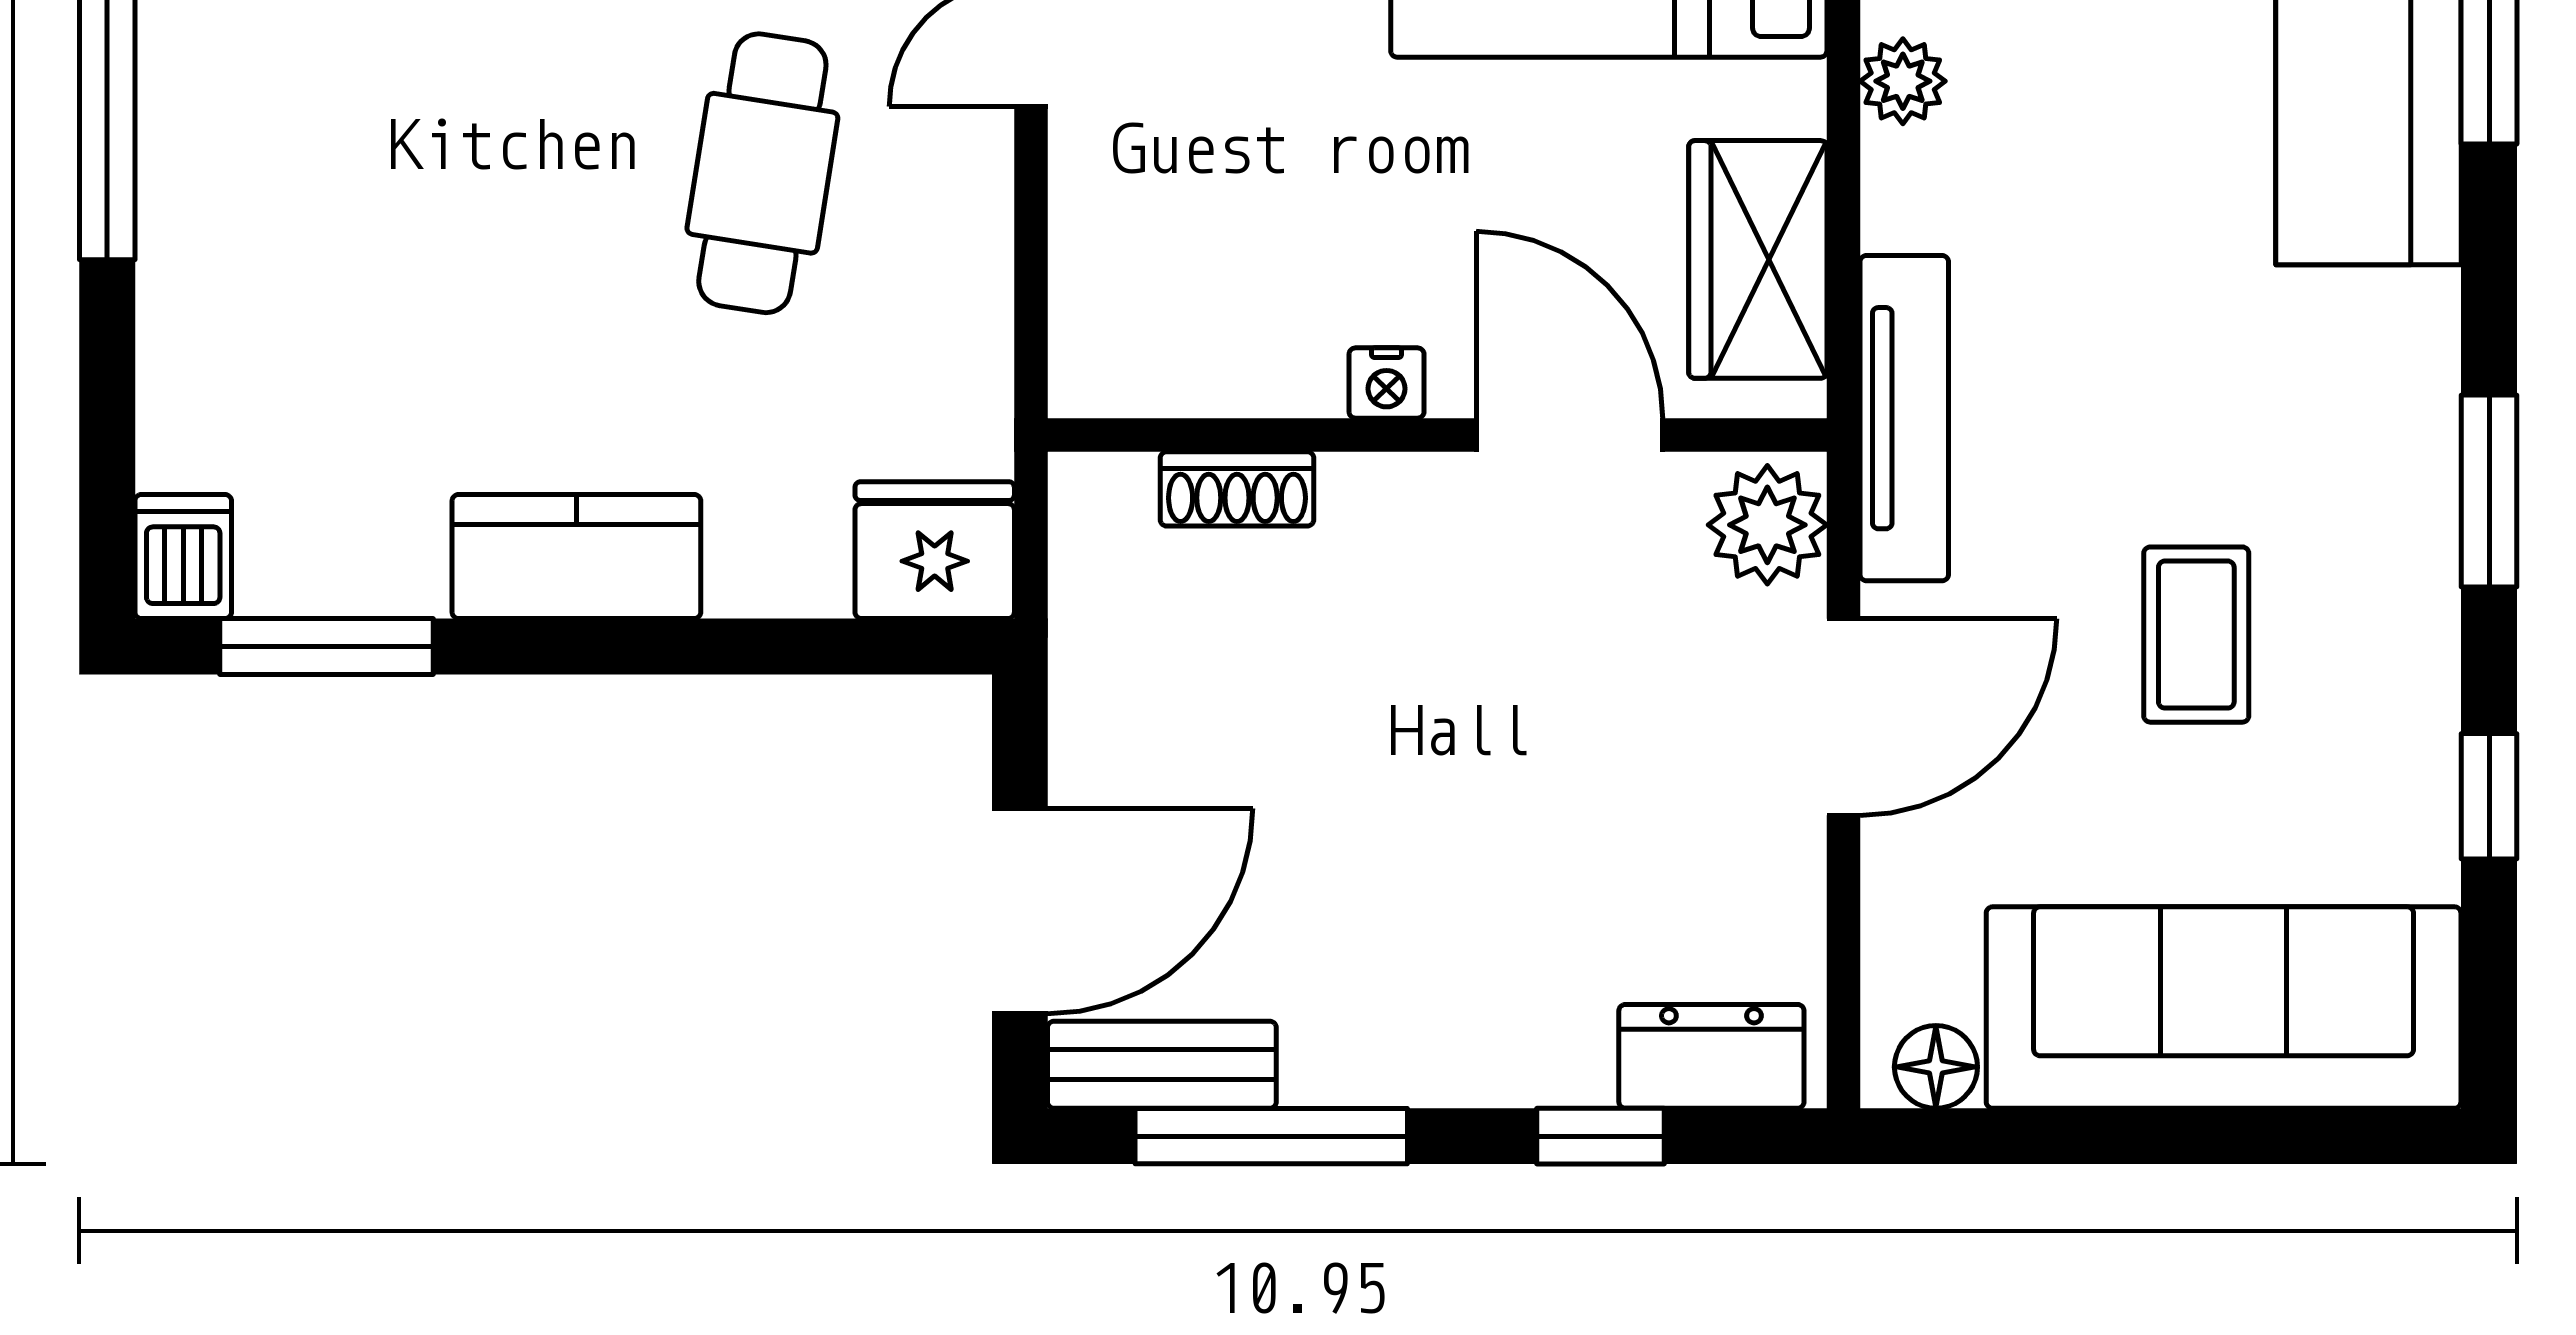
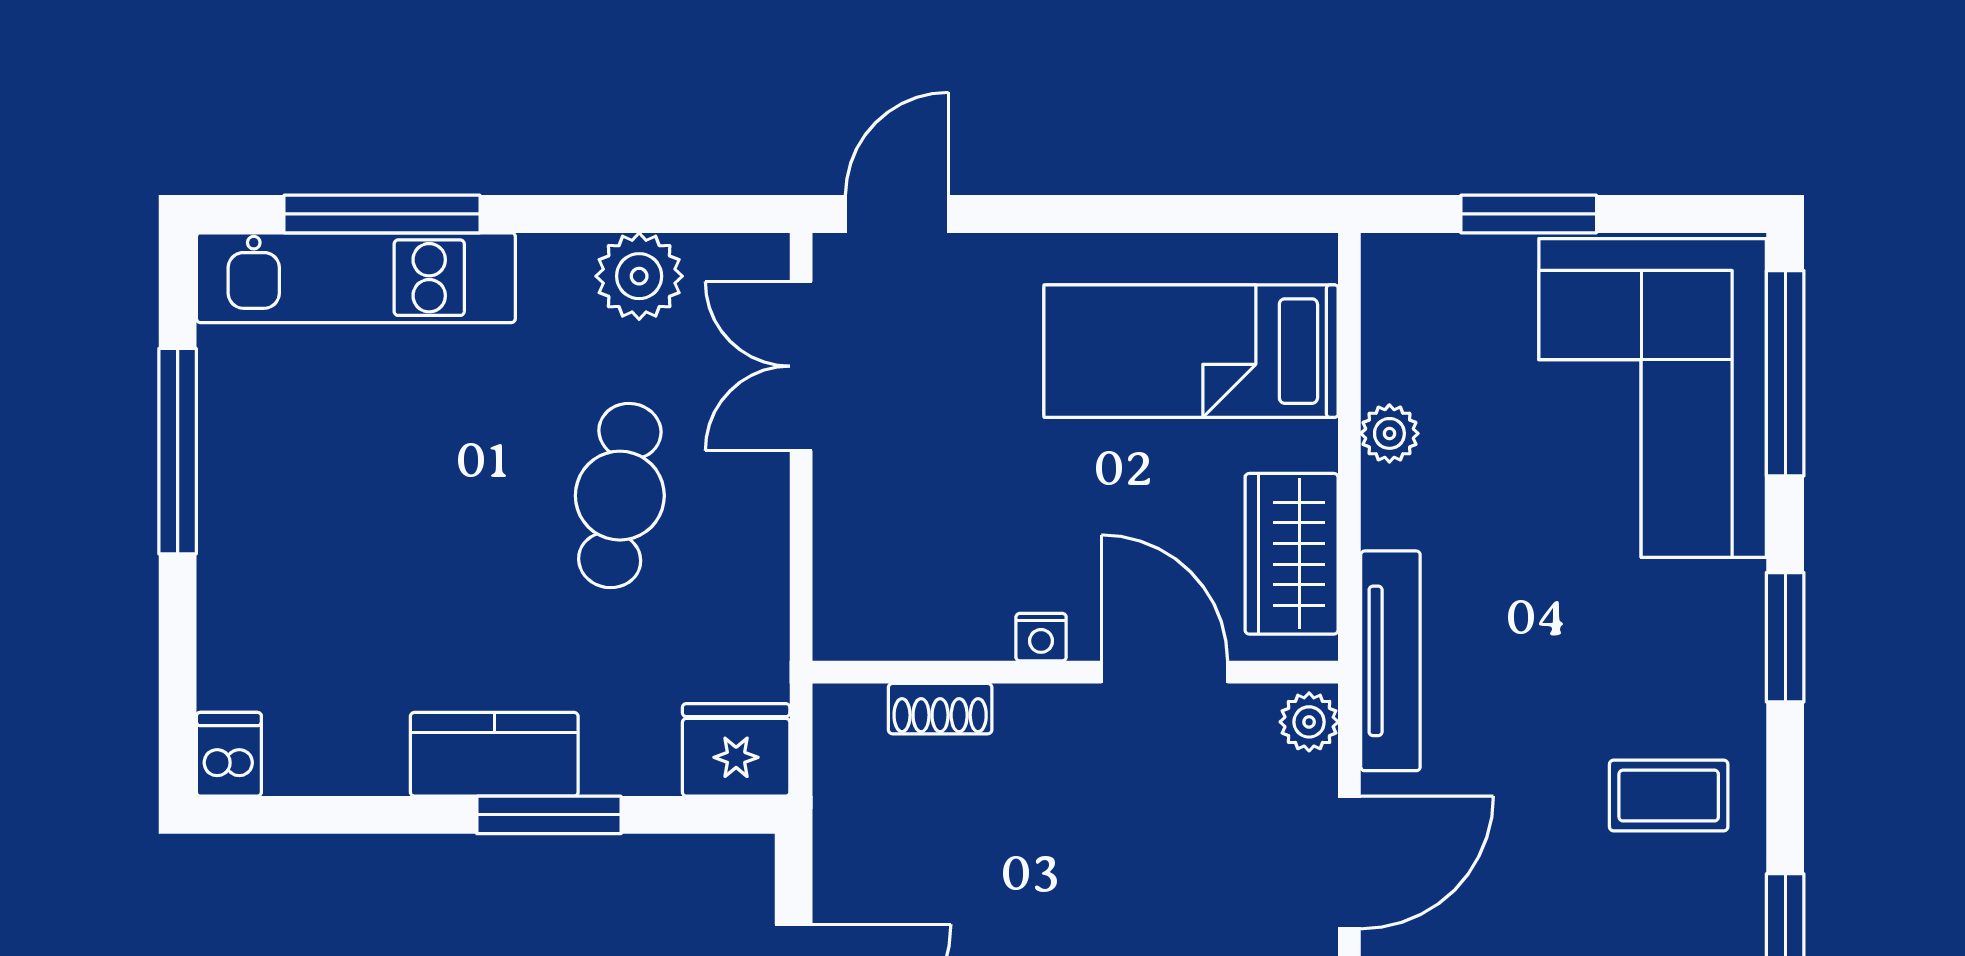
window: (2489, 491) -> (1785, 637), moved
plant: (1767, 525) -> (1309, 722), width x0.73, depth x0.73
coffee table: (2196, 635) -> (1669, 796), moved, turned 90
window: (326, 646) -> (549, 815), moved

